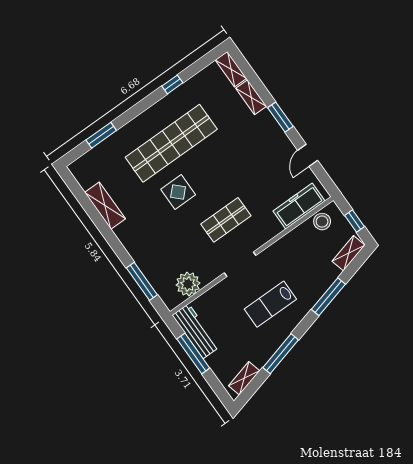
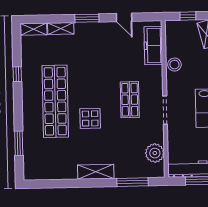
shelving: (105, 206) -> (96, 172), moved
stool: (322, 222) -> (174, 65), moved

